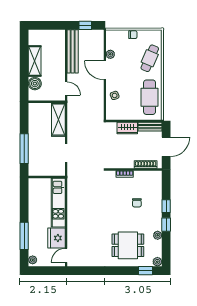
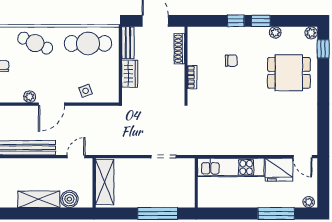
shelving: (58, 120) -> (105, 182), moved, turned 90
dining table: (128, 245) -> (289, 73), turned 90

